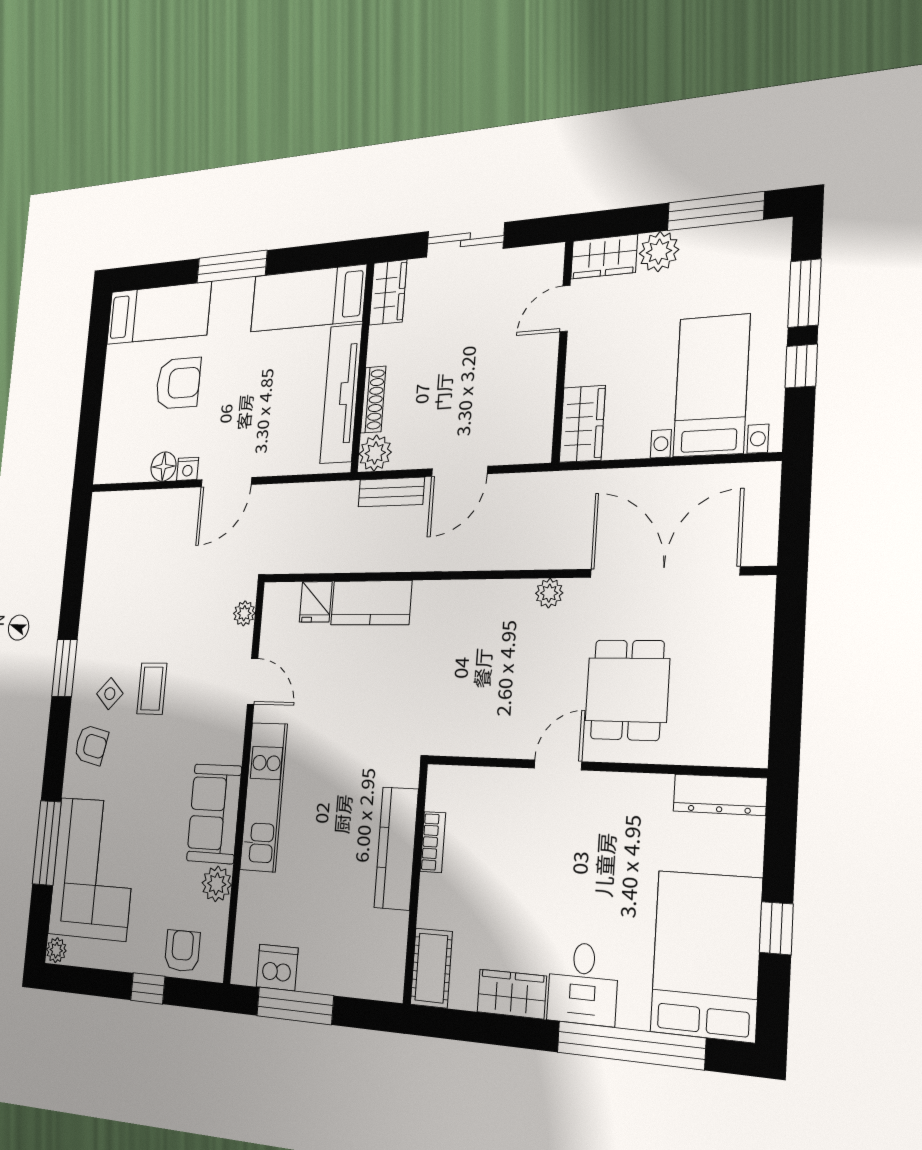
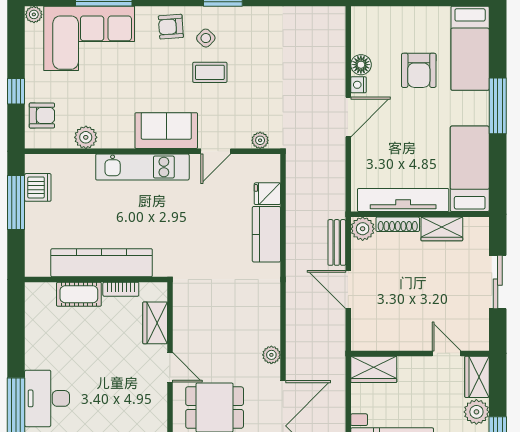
wardrobe: (388, 292) -> (442, 229), moved
door: (226, 482) -> (348, 117), swing flipped
armchair: (91, 745) -> (171, 27), turned 74
sofa: (214, 814) -> (166, 131), moved
kitchen counter: (396, 848) -> (102, 263), width x1.39, depth x1.17
cot: (431, 968) -> (79, 294), moved
desk: (583, 983) -> (47, 398), width x1.37
wardrobe: (512, 994) -> (155, 323), moved, turned 180

